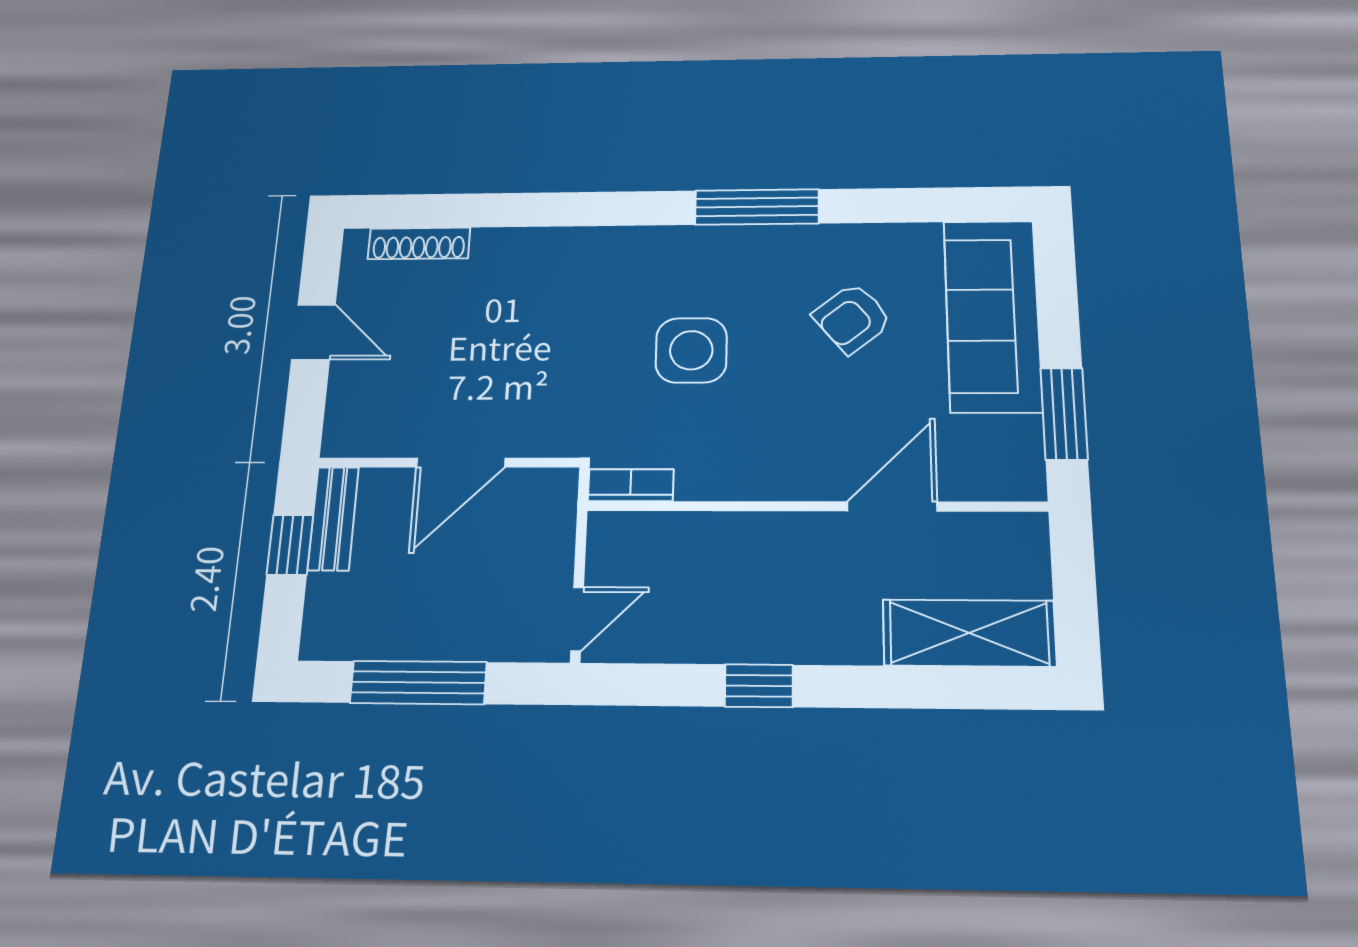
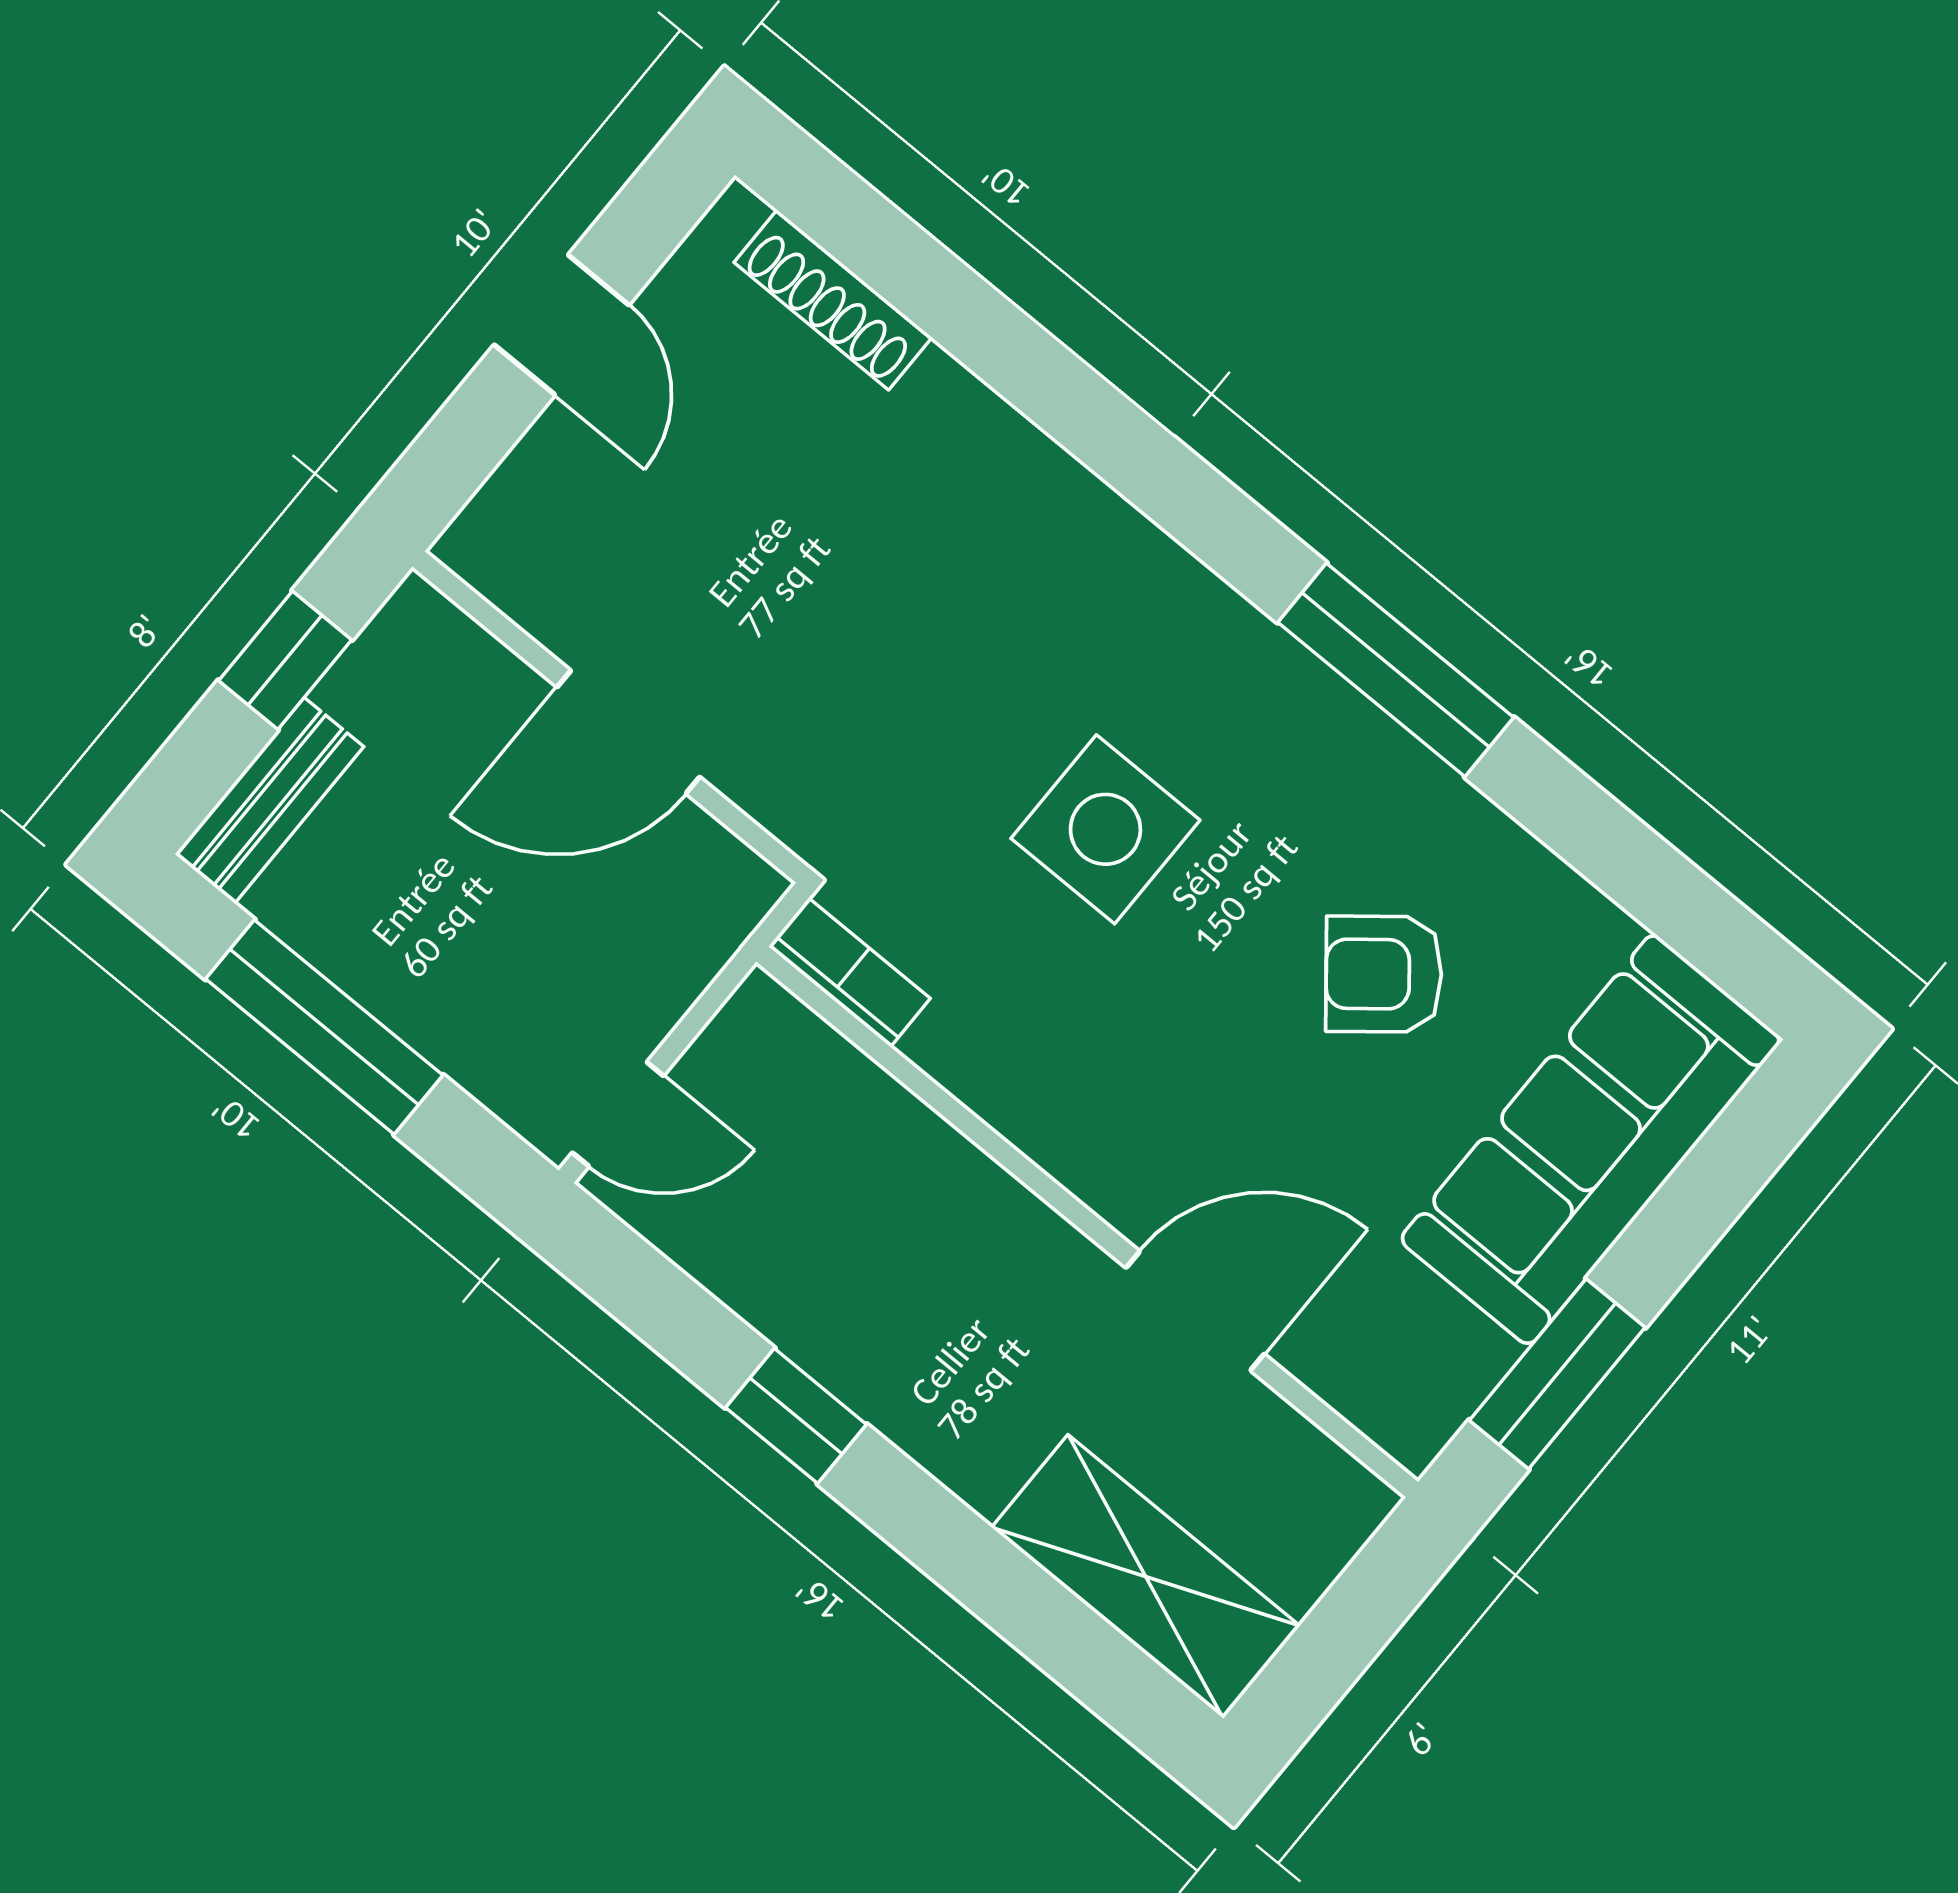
bench: (333, 518) -> (269, 800), moved

